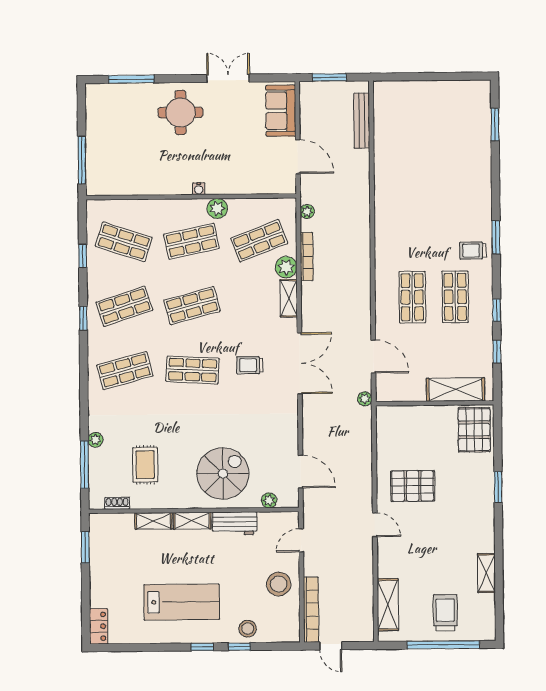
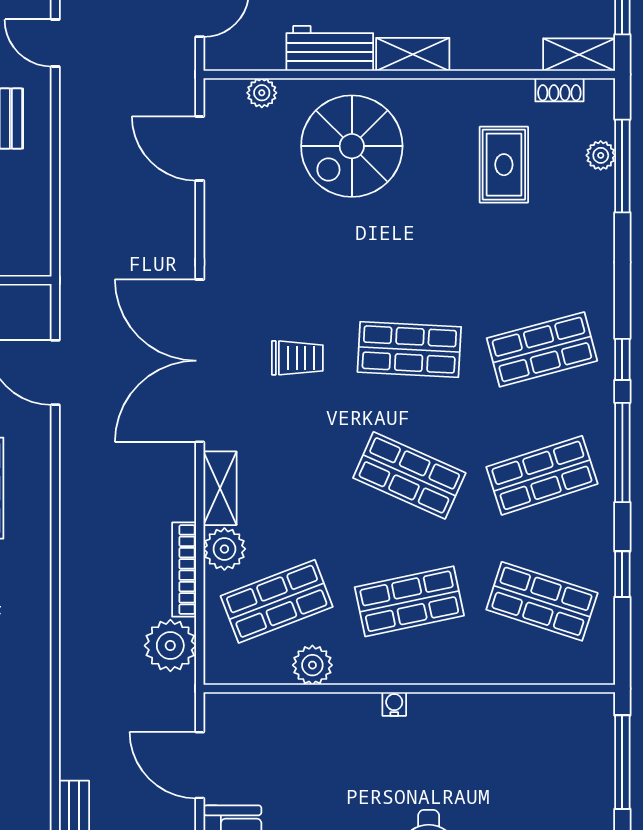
plant: (217, 208) -> (312, 665), moved
plant: (307, 212) -> (170, 646), width x1.87, depth x1.87
shop shelf: (192, 306) -> (409, 475), turned 39
window: (83, 318) -> (622, 453), width x2.17
double door: (300, 363) -> (200, 361), width x1.36
window: (84, 366) -> (622, 359), added
plant: (365, 399) -> (73, 290), removed
plant: (95, 440) -> (601, 155), moved
shelving: (153, 521) -> (579, 55), moved

